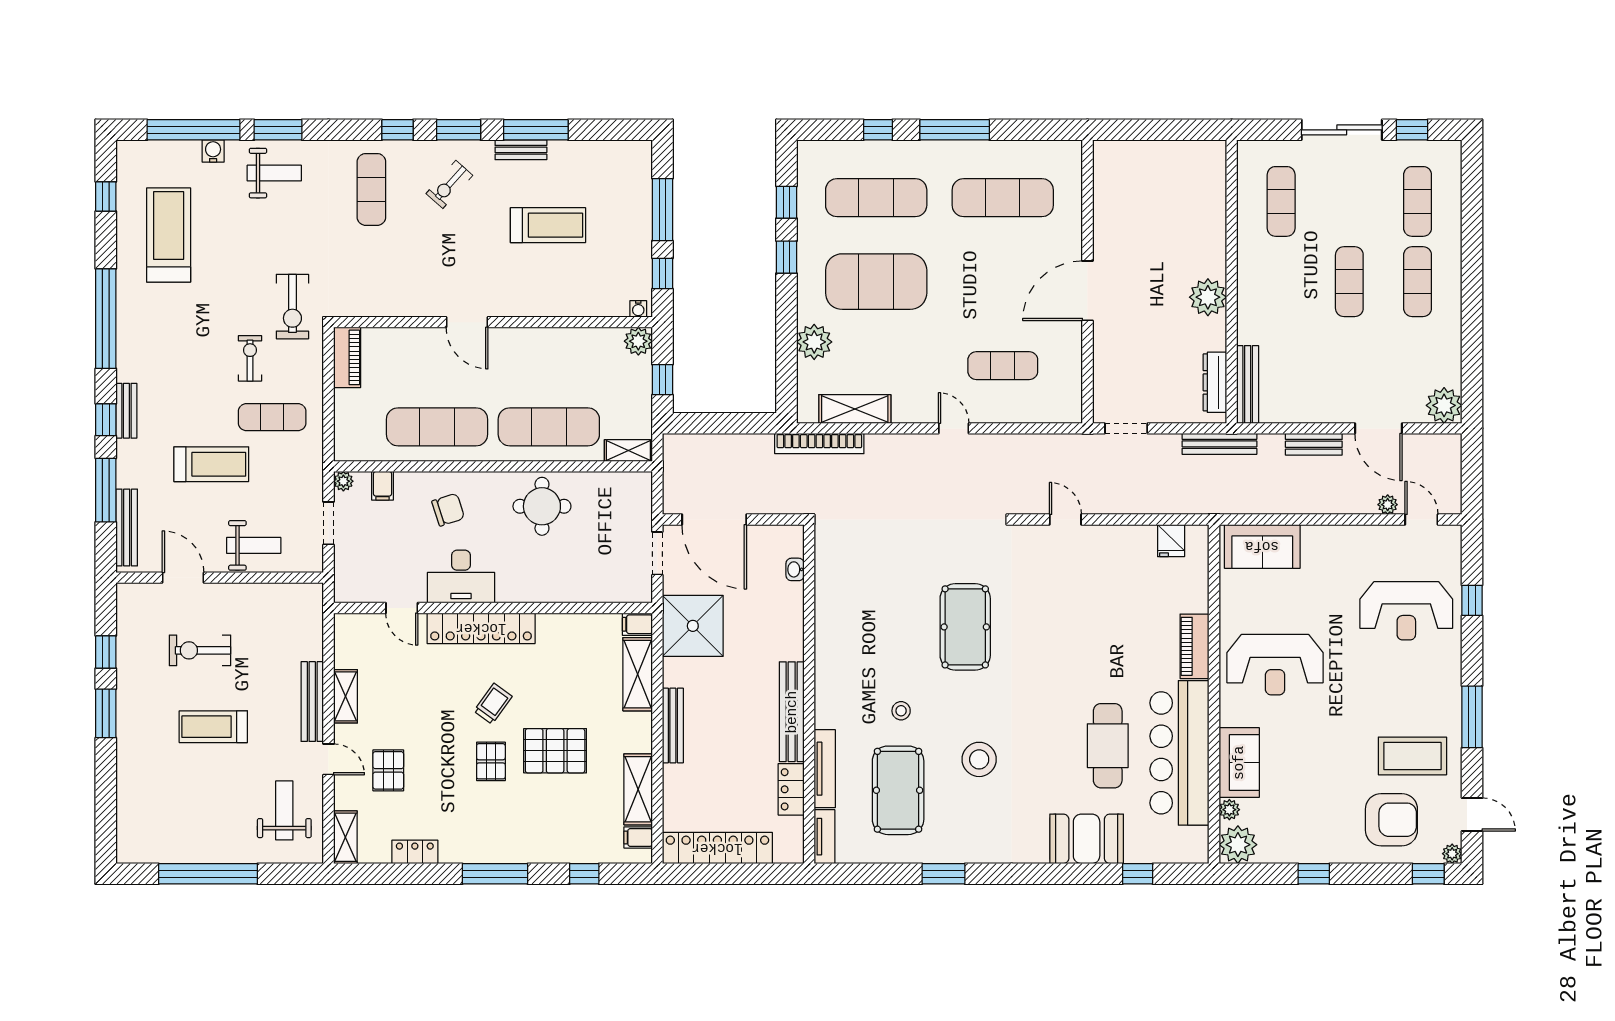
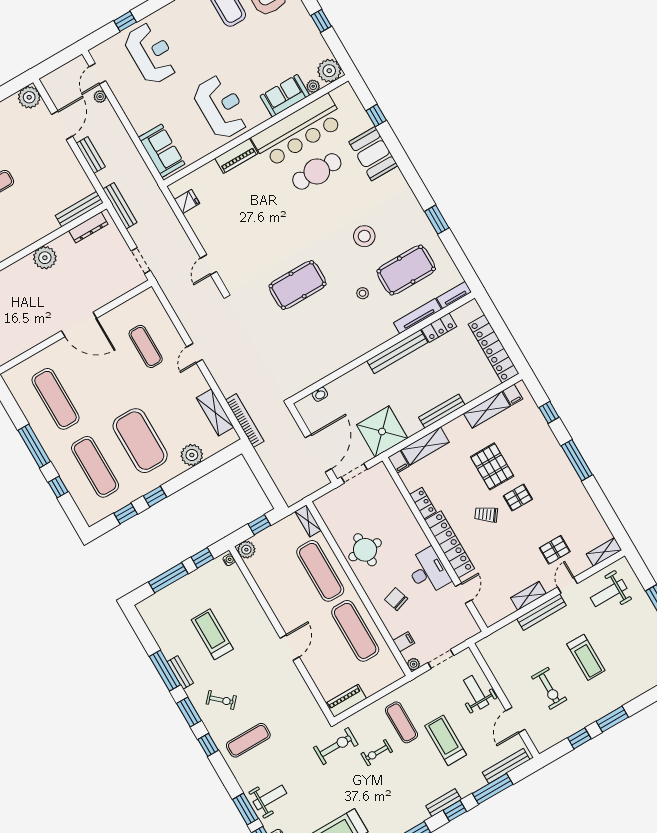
weight bench: (274, 173) -> (270, 797), turned 90
locker: (415, 852) -> (423, 503), moved, turned 180

